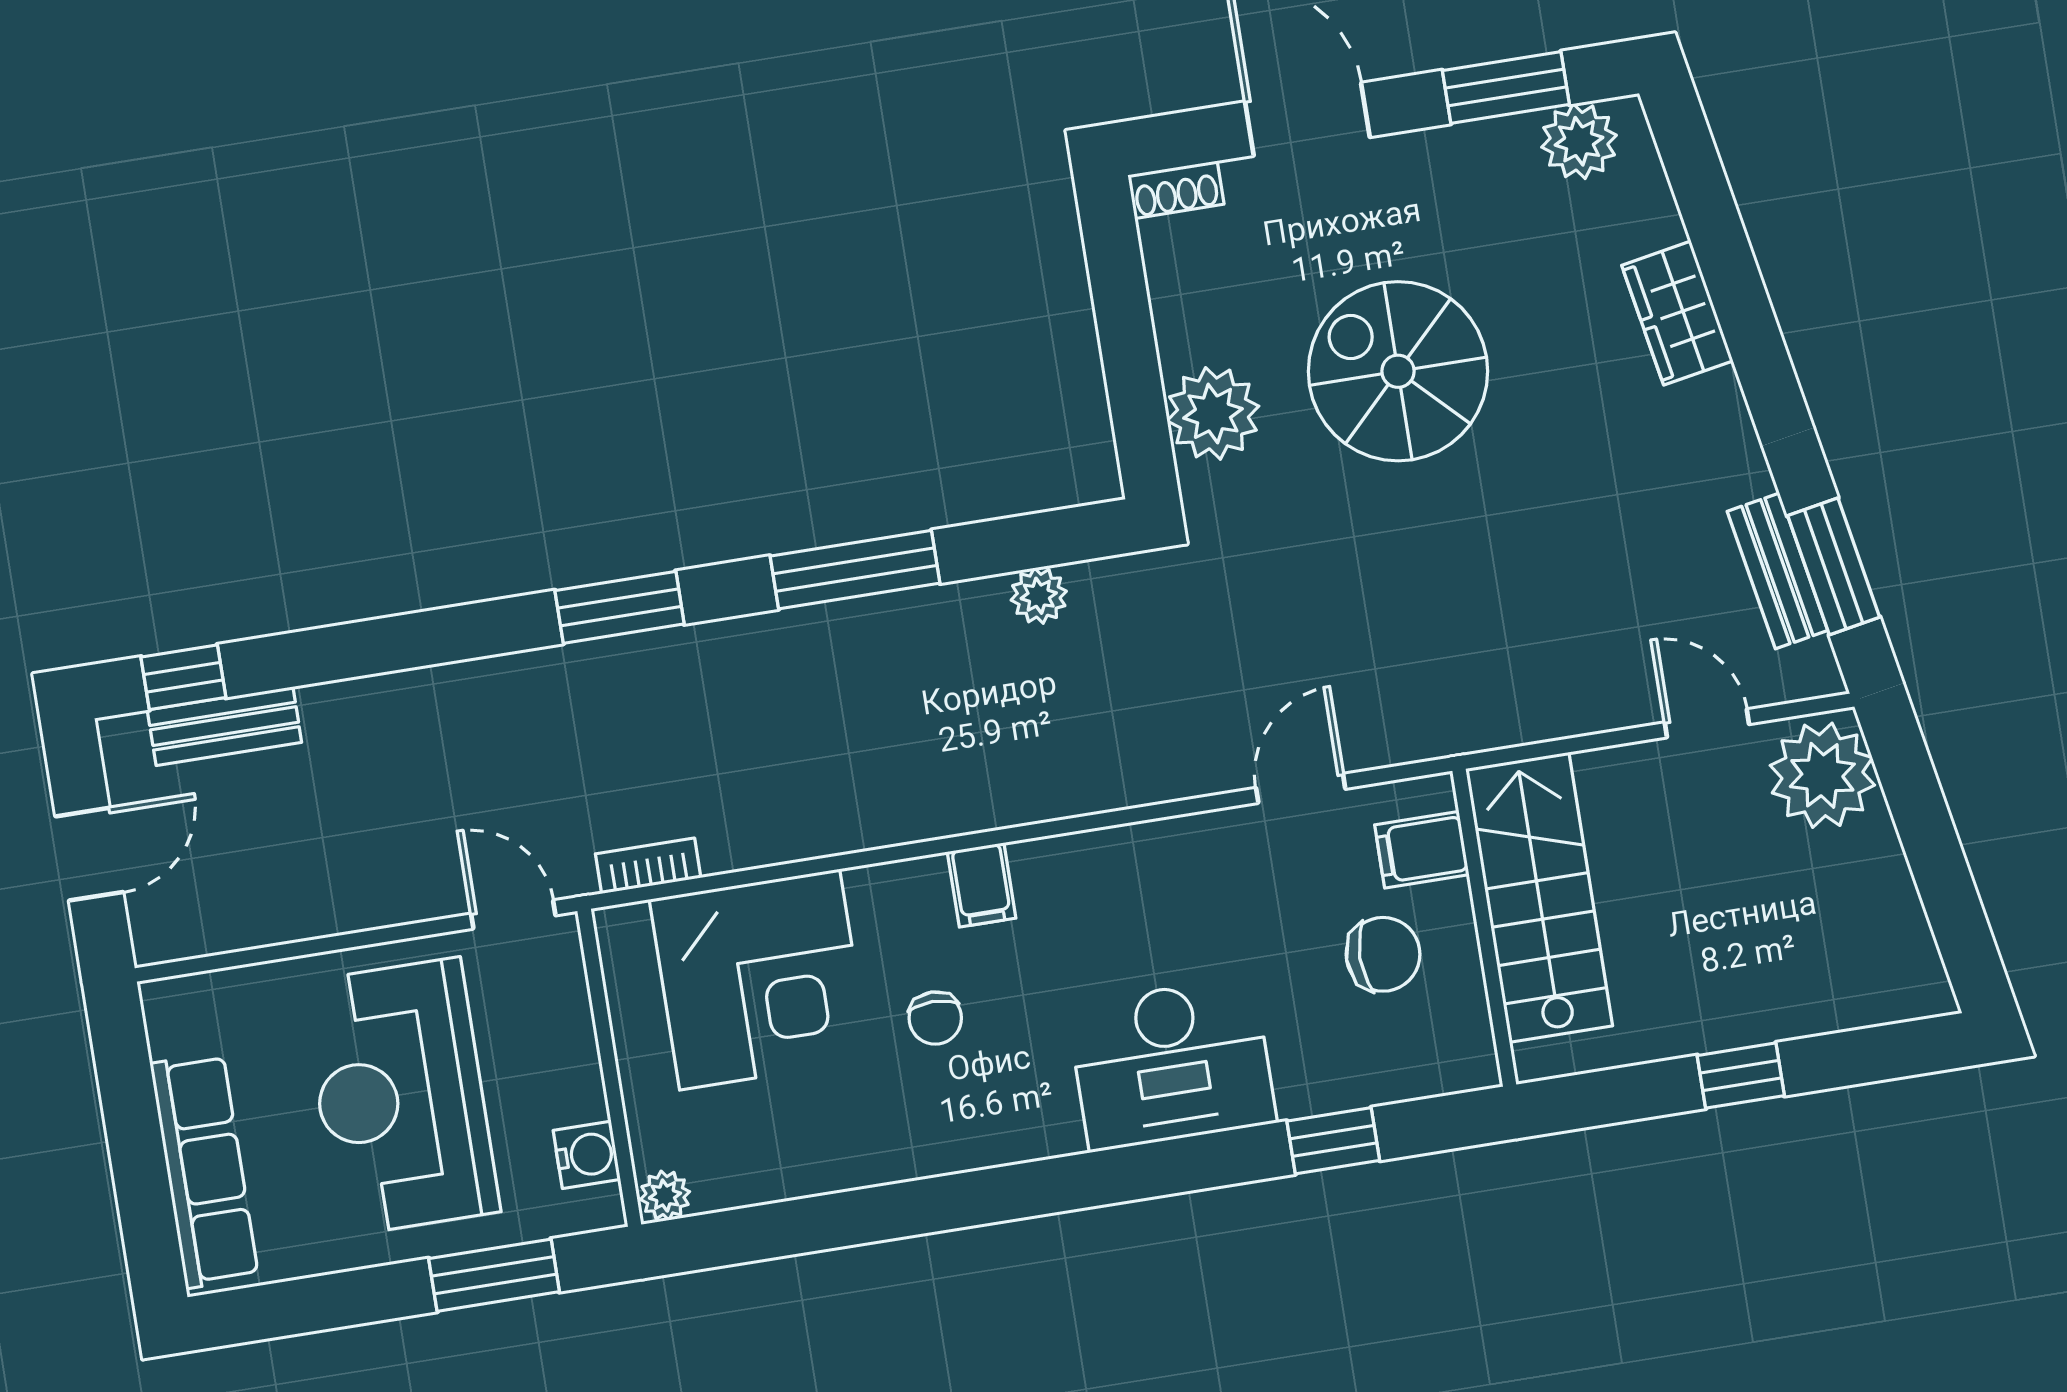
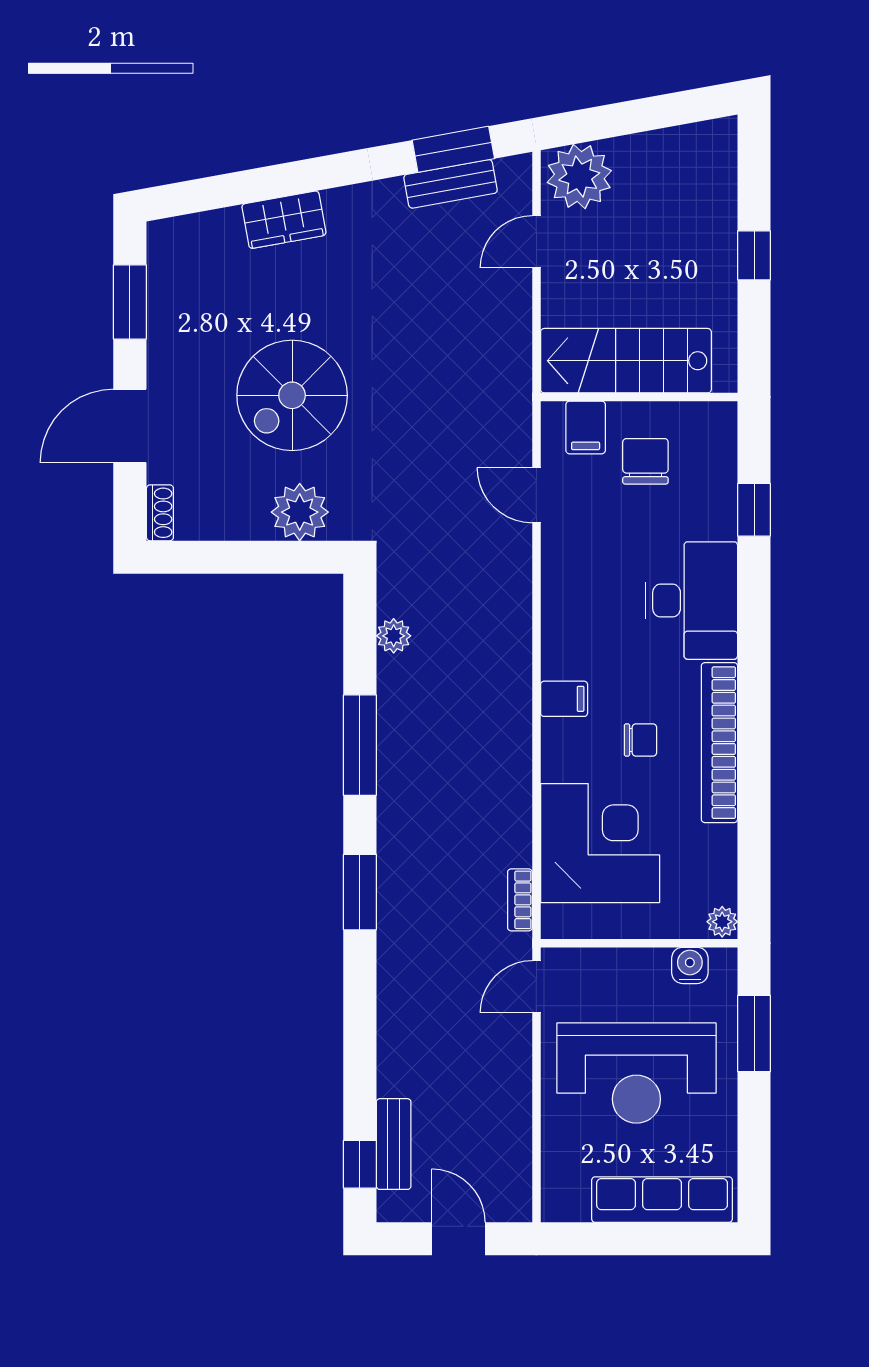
plant: (1579, 141) -> (170, 263), removed
bookcase: (951, 1145) -> (719, 743), added

